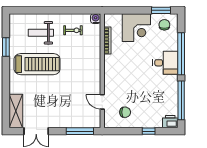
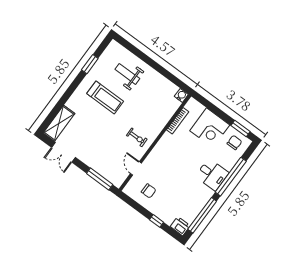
exercise bike: (73, 30) -> (137, 137), moved
treadmill: (37, 64) -> (105, 97), width x0.73, depth x0.73

